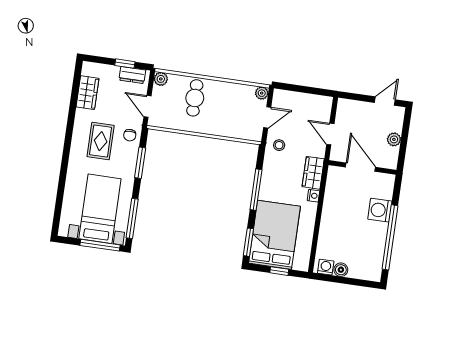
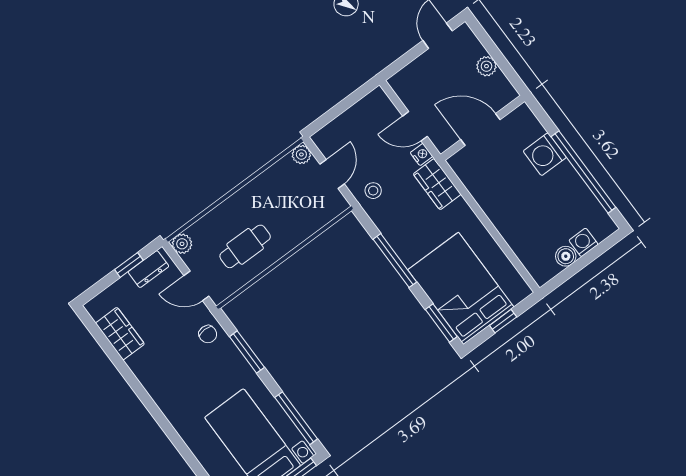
cafe table: (195, 98) -> (245, 246), moved, turned 90
rug: (101, 141) -> (184, 370), removed
nightstand: (313, 196) -> (421, 154), moved
washing machine: (326, 267) -> (583, 242), moved

